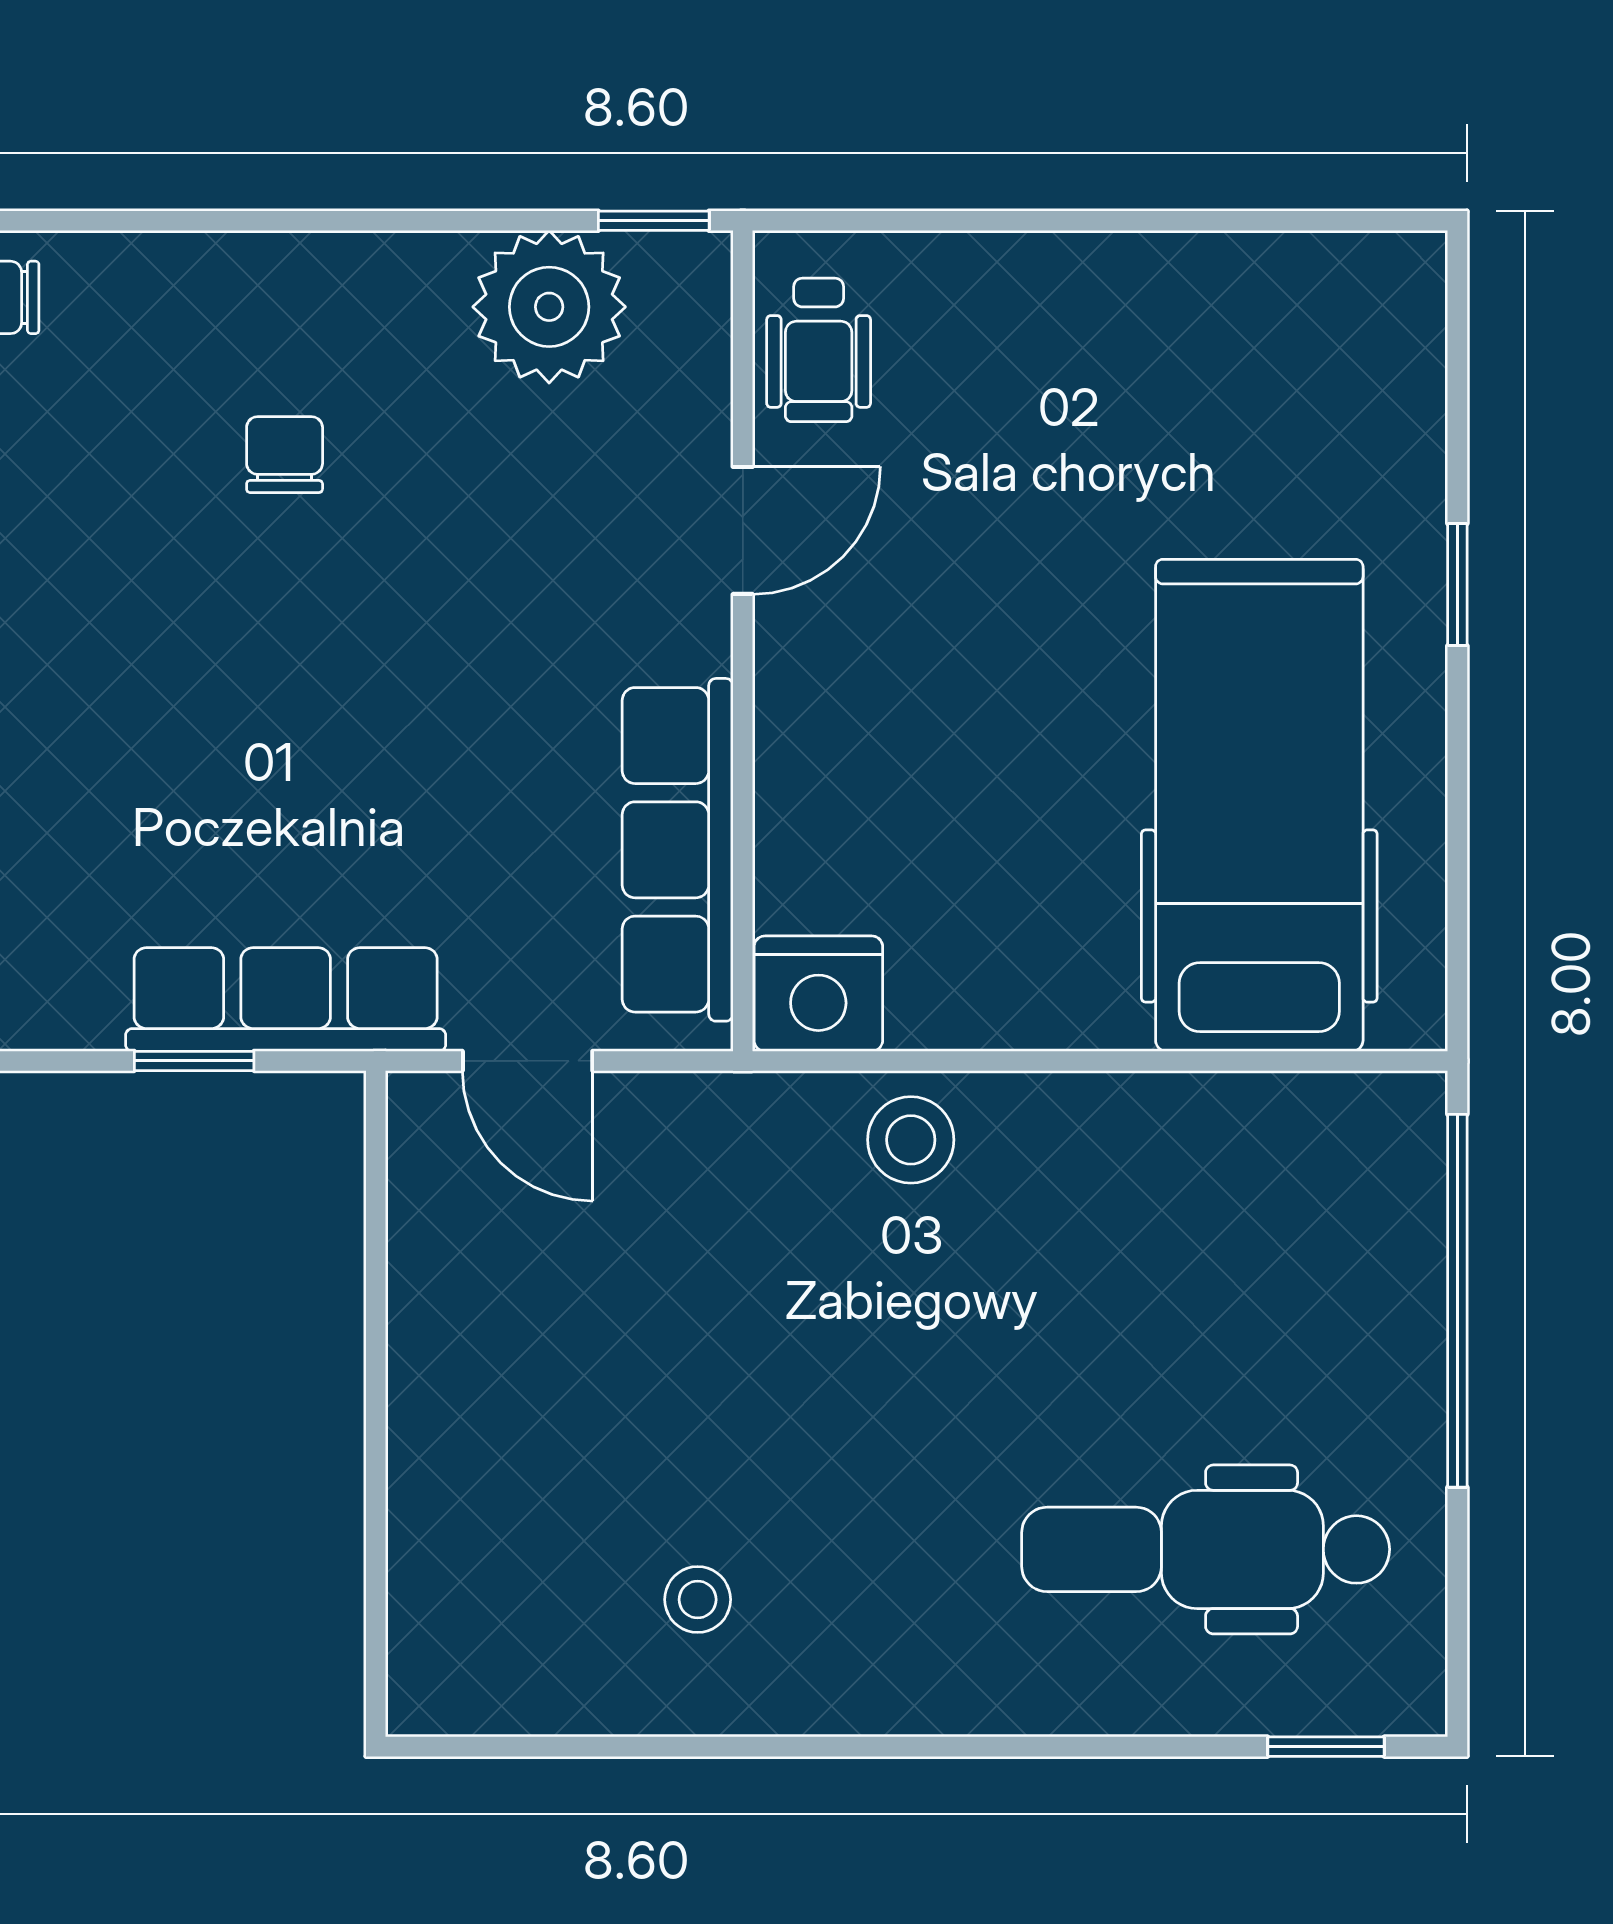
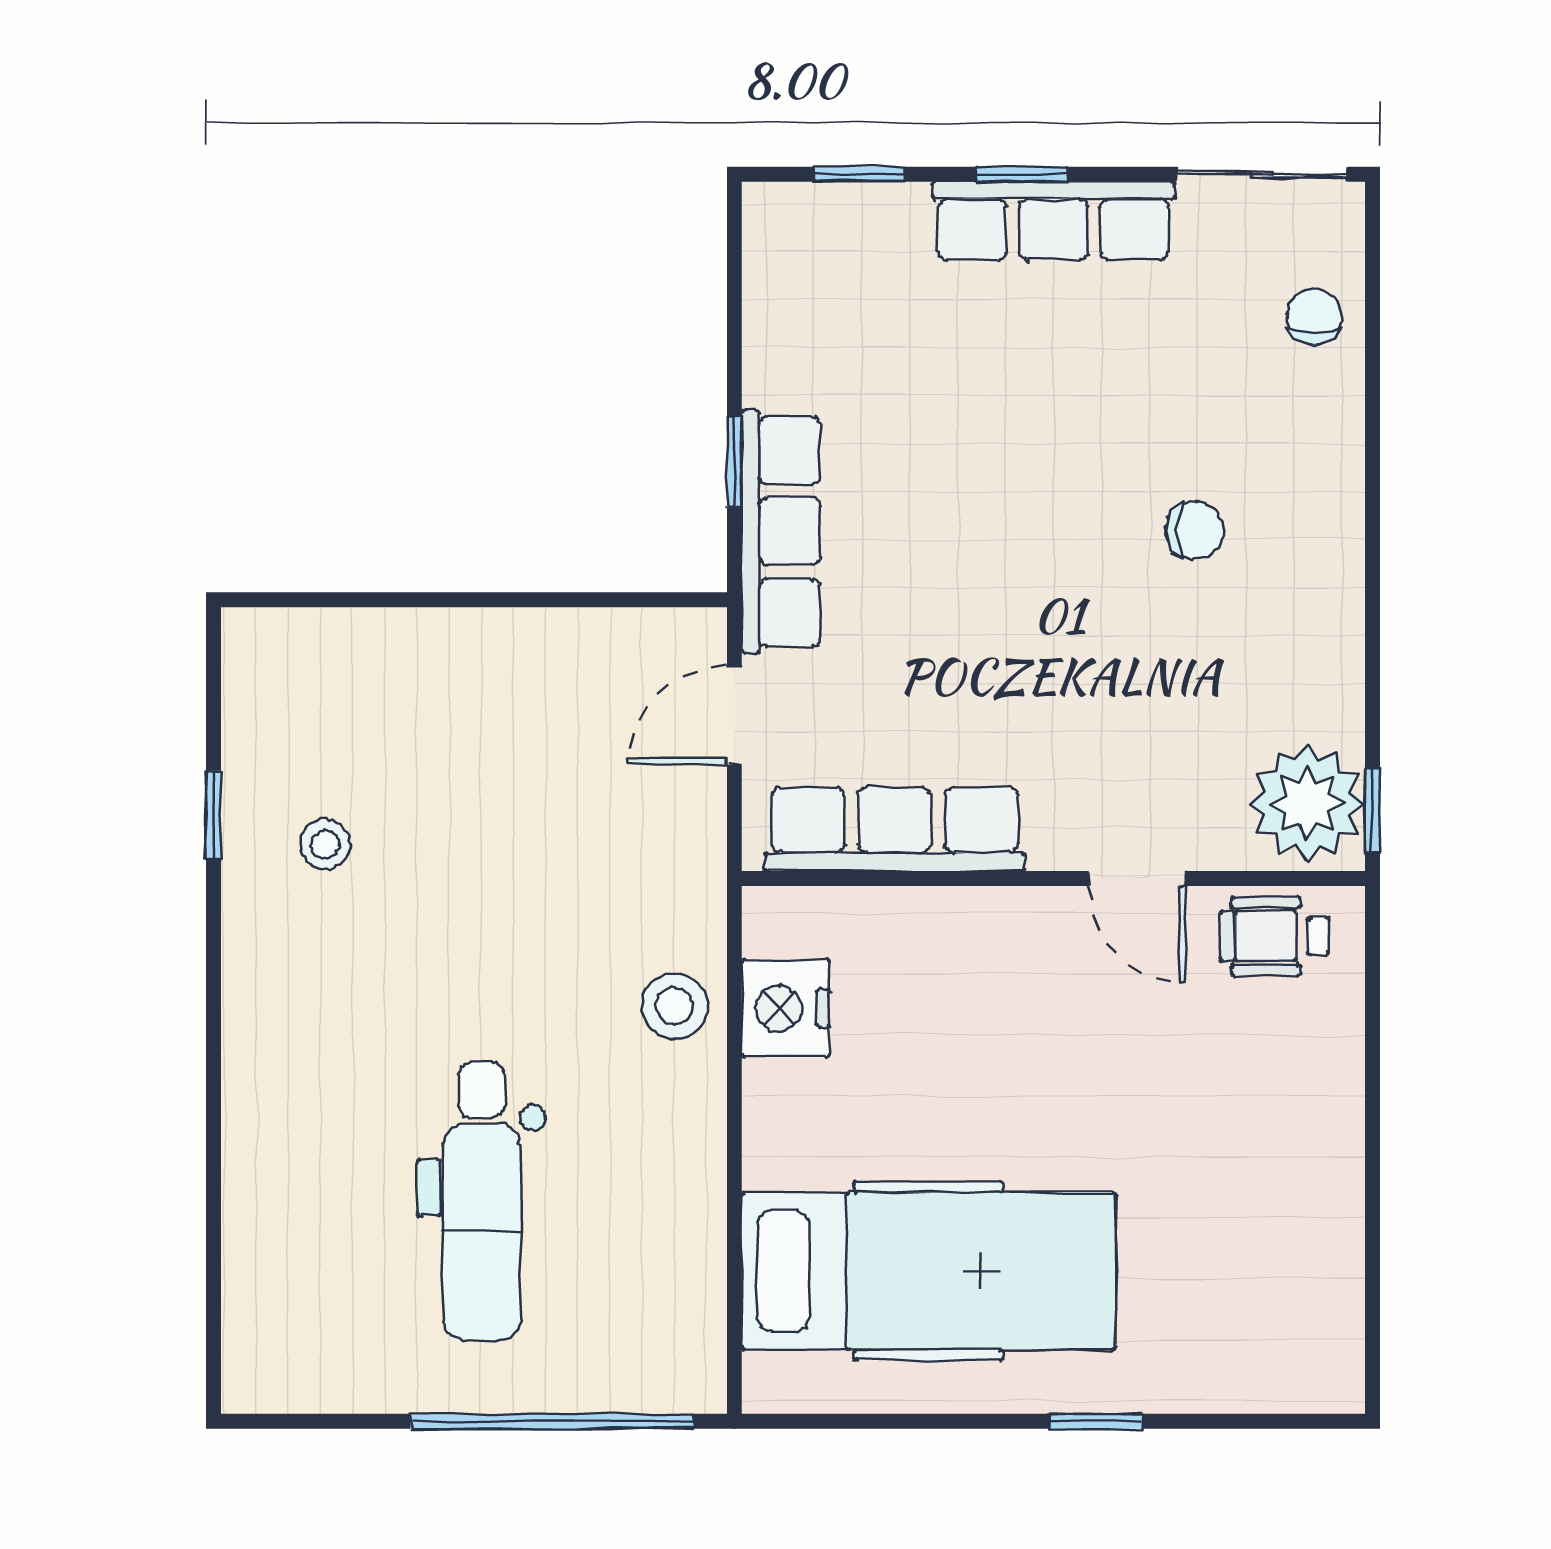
plant: (549, 307) -> (1307, 803), moved
nightstand: (818, 994) -> (786, 1008), moved
dental chair: (1206, 1549) -> (481, 1201), moved, turned 180
window: (1326, 1747) -> (214, 815), moved

